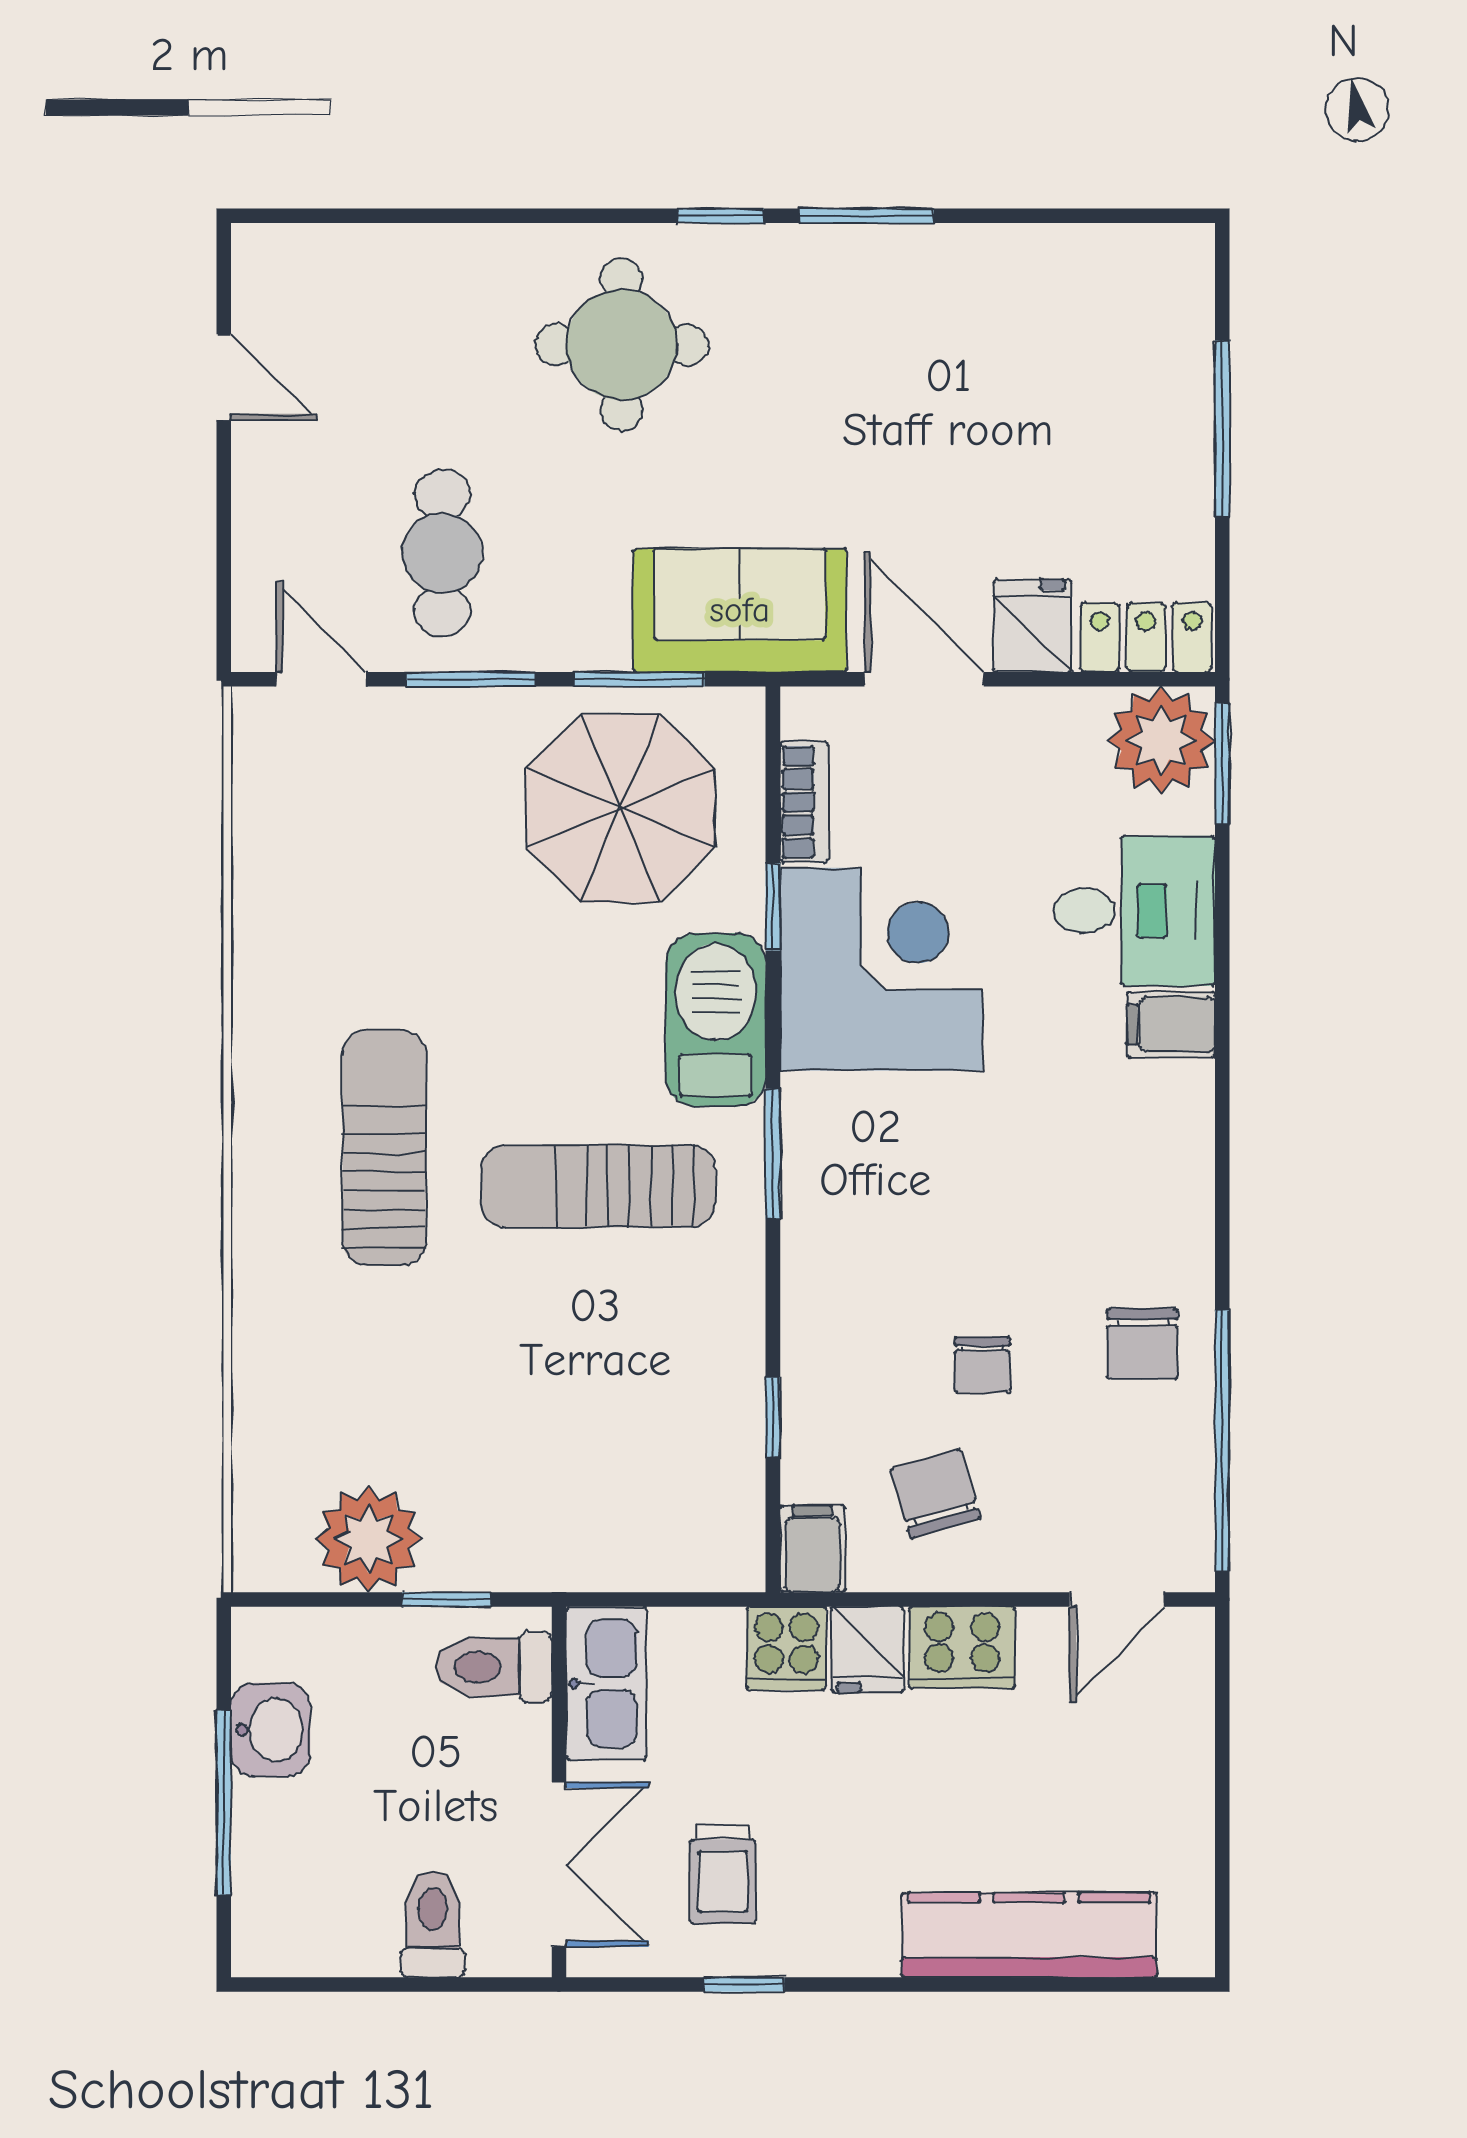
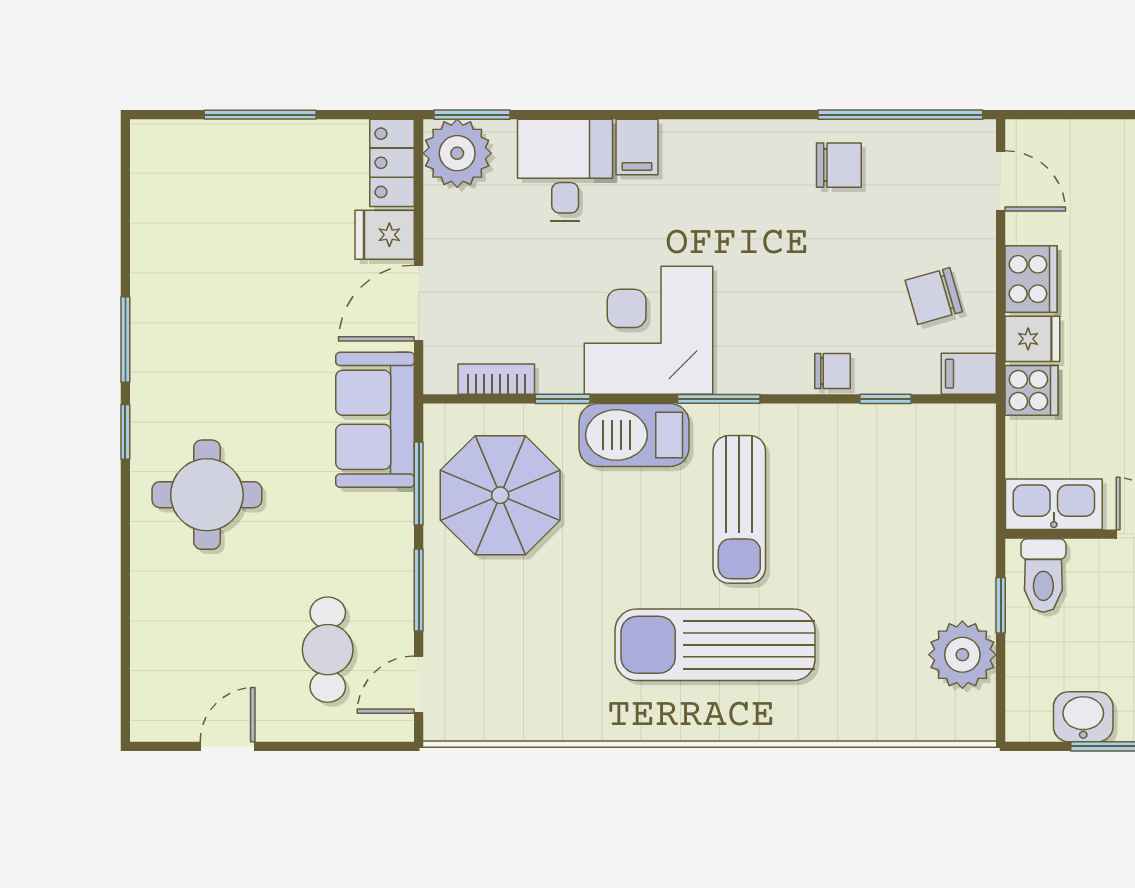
cafe table: (442, 553) -> (328, 650), moved, turned 90
corner desk: (881, 969) -> (648, 330), moved
sun lounger: (384, 1148) -> (715, 645), width x1.36, depth x1.34
chair: (982, 1365) -> (833, 371), moved

